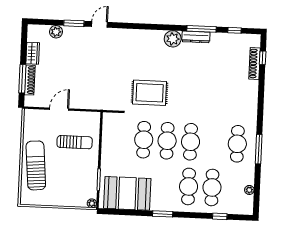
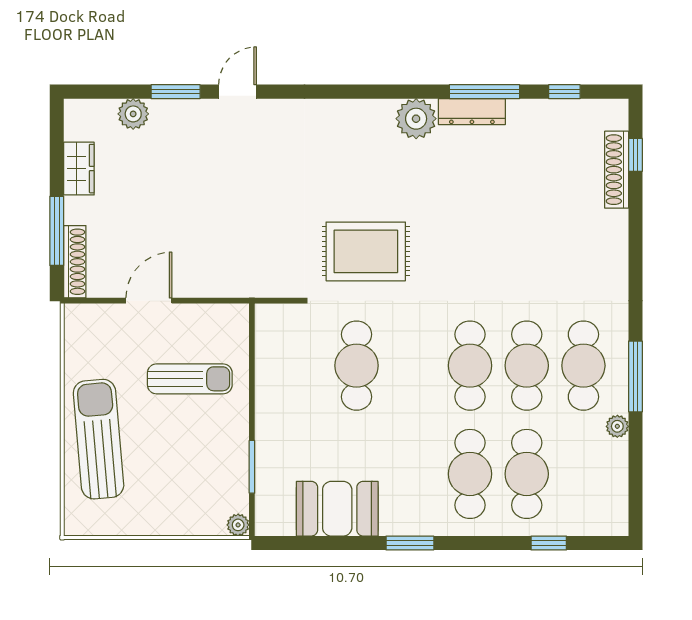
shoe rack: (30, 80) -> (75, 262), moved
cafe table: (167, 141) -> (527, 366), moved
plant: (249, 190) -> (617, 426), moved
booth: (127, 193) -> (337, 509), width x0.73, depth x0.70

